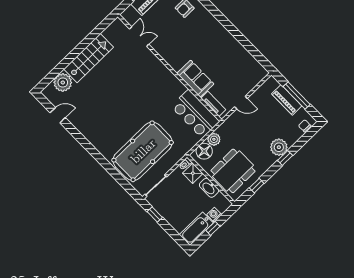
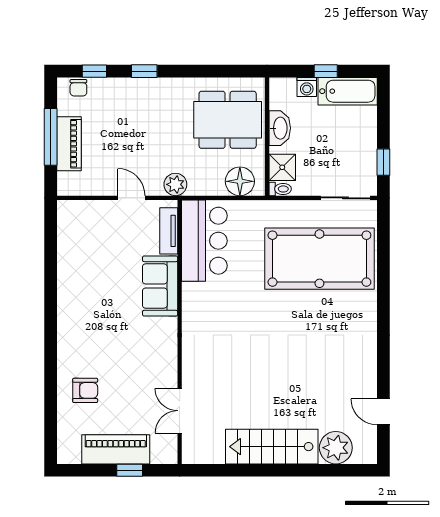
plant: (214, 139) -> (175, 184), moved
plant: (279, 147) -> (139, 93), removed
window: (257, 186) -> (94, 71), moved

